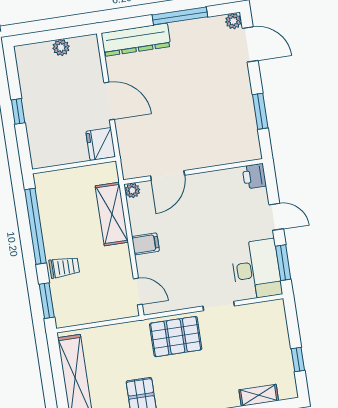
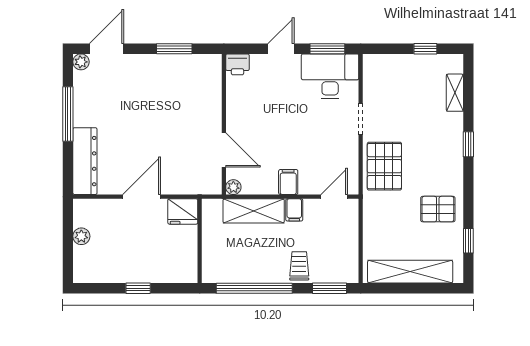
filing cabinet: (119, 254) -> (294, 210), added

